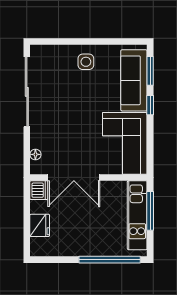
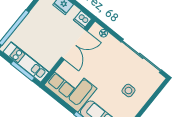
side table: (86, 62) -> (128, 91), moved
double door: (74, 177) -> (74, 44), swing flipped

